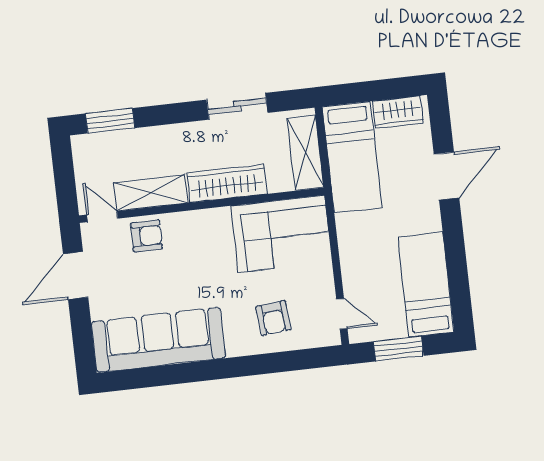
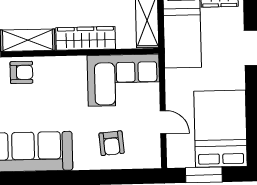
bed: (426, 285) -> (220, 129), width x1.50
door: (342, 314) -> (163, 122), moved

